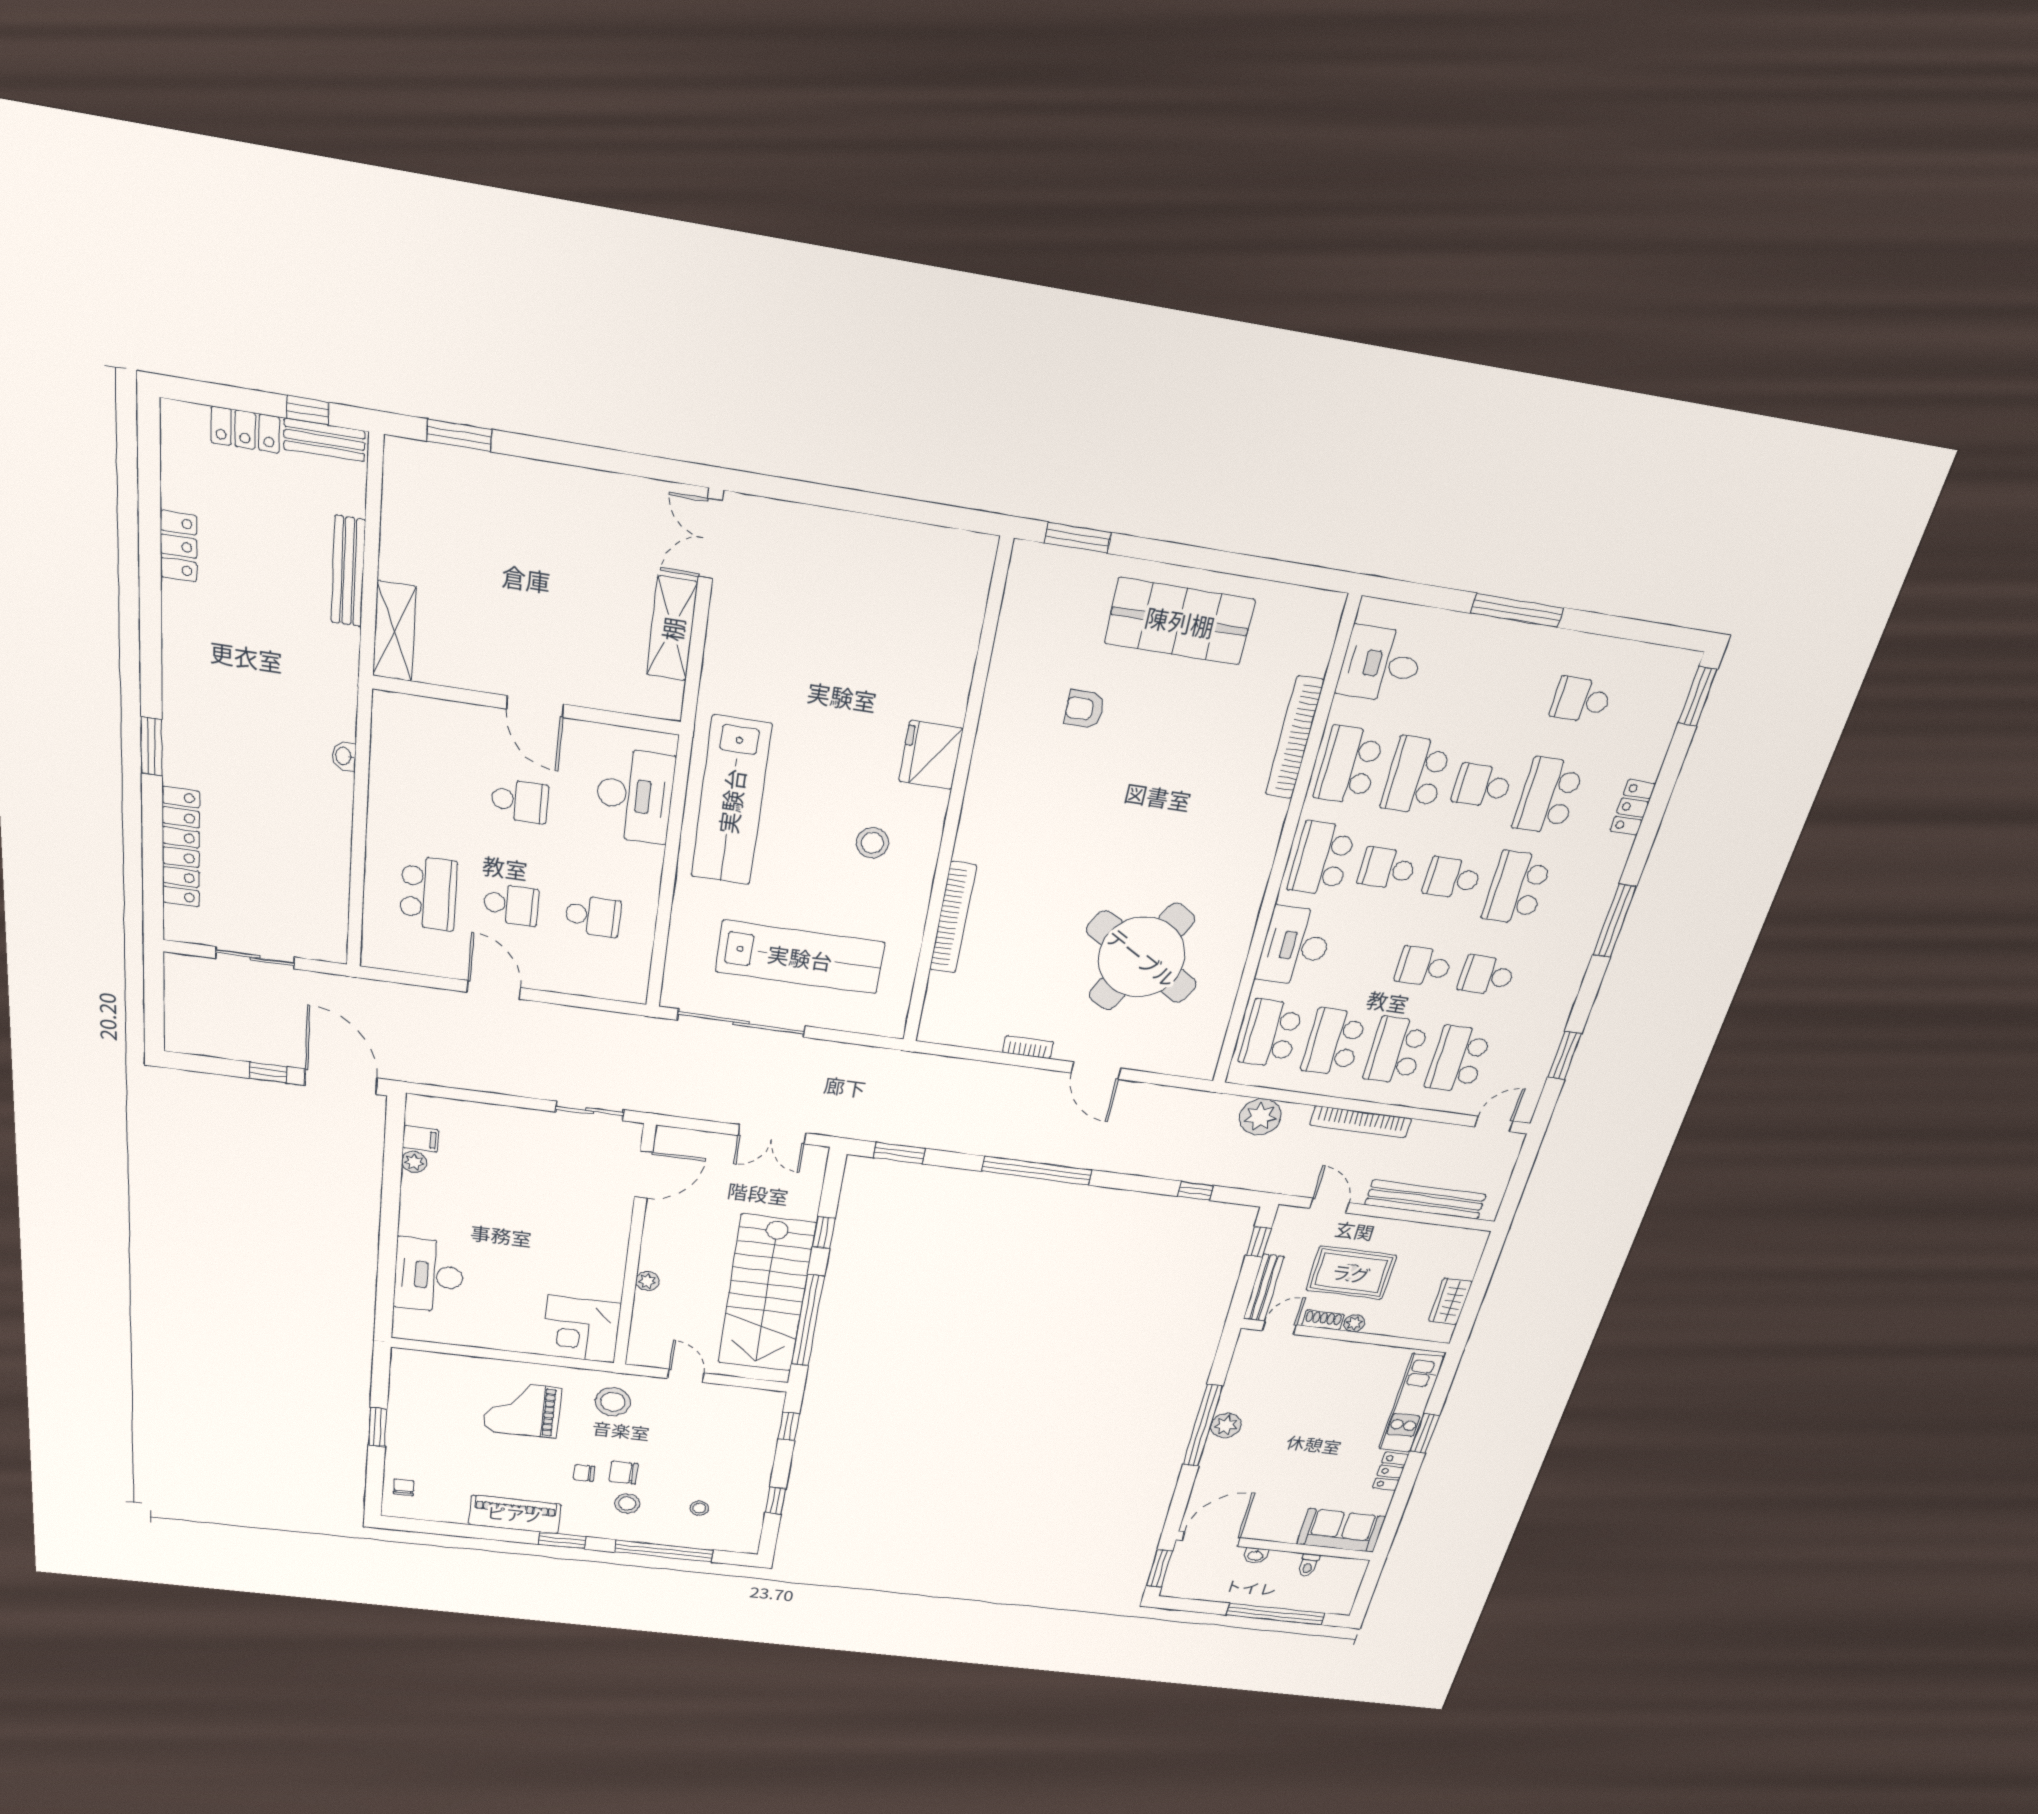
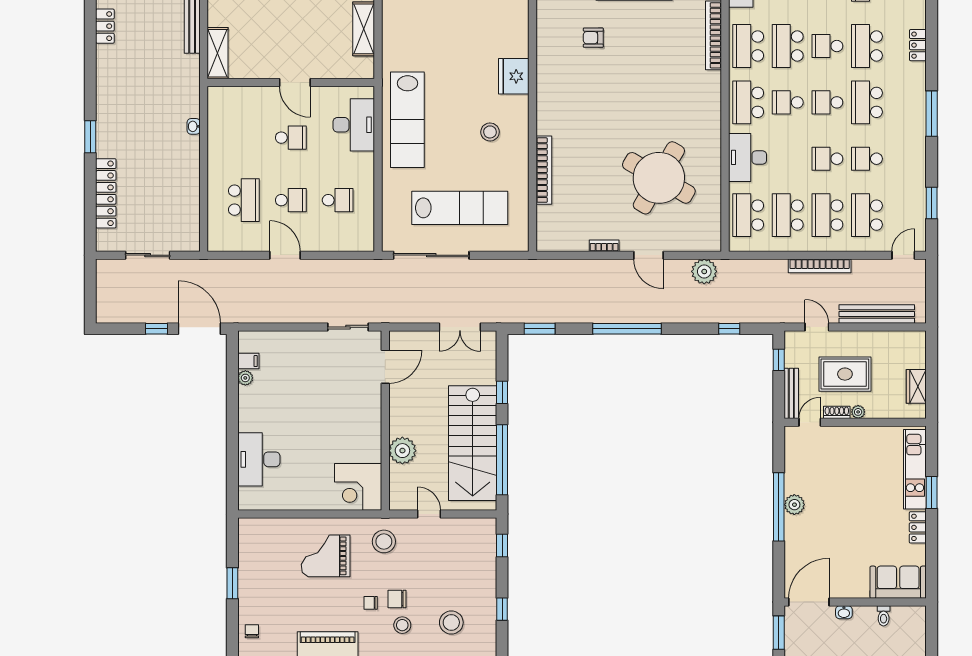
plant: (1260, 1117) -> (704, 271), moved
plant: (647, 1281) -> (402, 451), width x1.88, depth x1.88
stool: (699, 1508) -> (451, 622), width x1.89, depth x1.89

